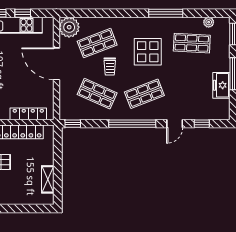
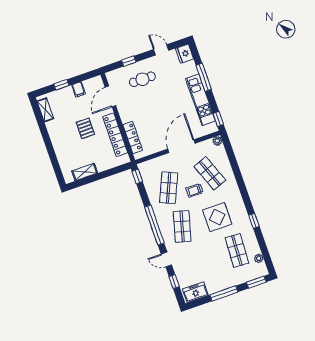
window: (23, 13) -> (218, 119), moved
window: (166, 13) -> (254, 221), width x0.46
plant: (69, 27) -> (217, 141), width x0.53, depth x0.53
freezer: (221, 85) -> (195, 292), moved
shop shelf: (144, 94) -> (182, 226), turned 36

